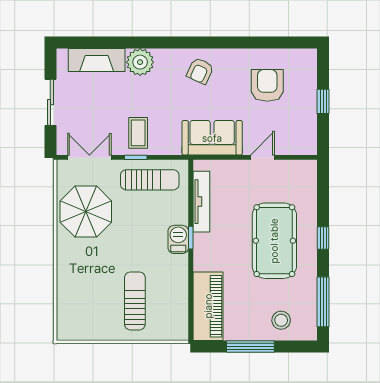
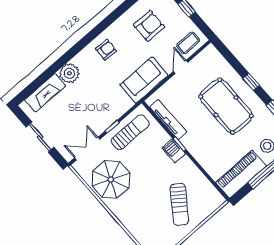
armchair: (200, 71) -> (106, 50), turned -112
armchair: (267, 85) -> (149, 26), turned 90
coffee table: (138, 133) -> (188, 43), moved, turned 90
sun lounger: (135, 301) -> (179, 205), turned -144
piano: (208, 306) -> (241, 174), moved, turned -90

